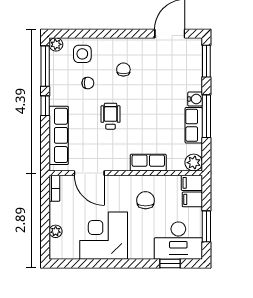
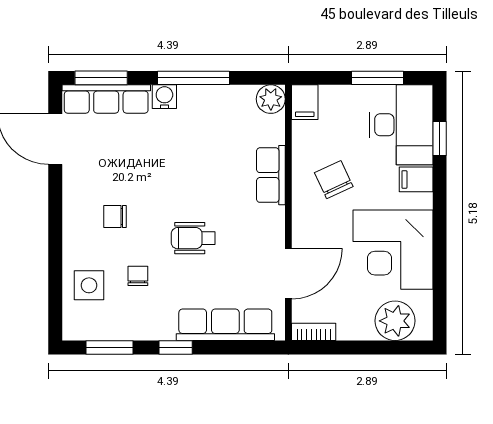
plant: (56, 44) -> (73, 329), removed
window: (45, 66) -> (110, 347), width x0.69
row of seats: (194, 125) -> (106, 99), moved, width x1.48
filing cabinet: (192, 199) -> (416, 179), moved, turned 90
chair: (146, 200) -> (334, 180), turned 65
plant: (56, 231) -> (395, 321), width x1.88, depth x1.88

